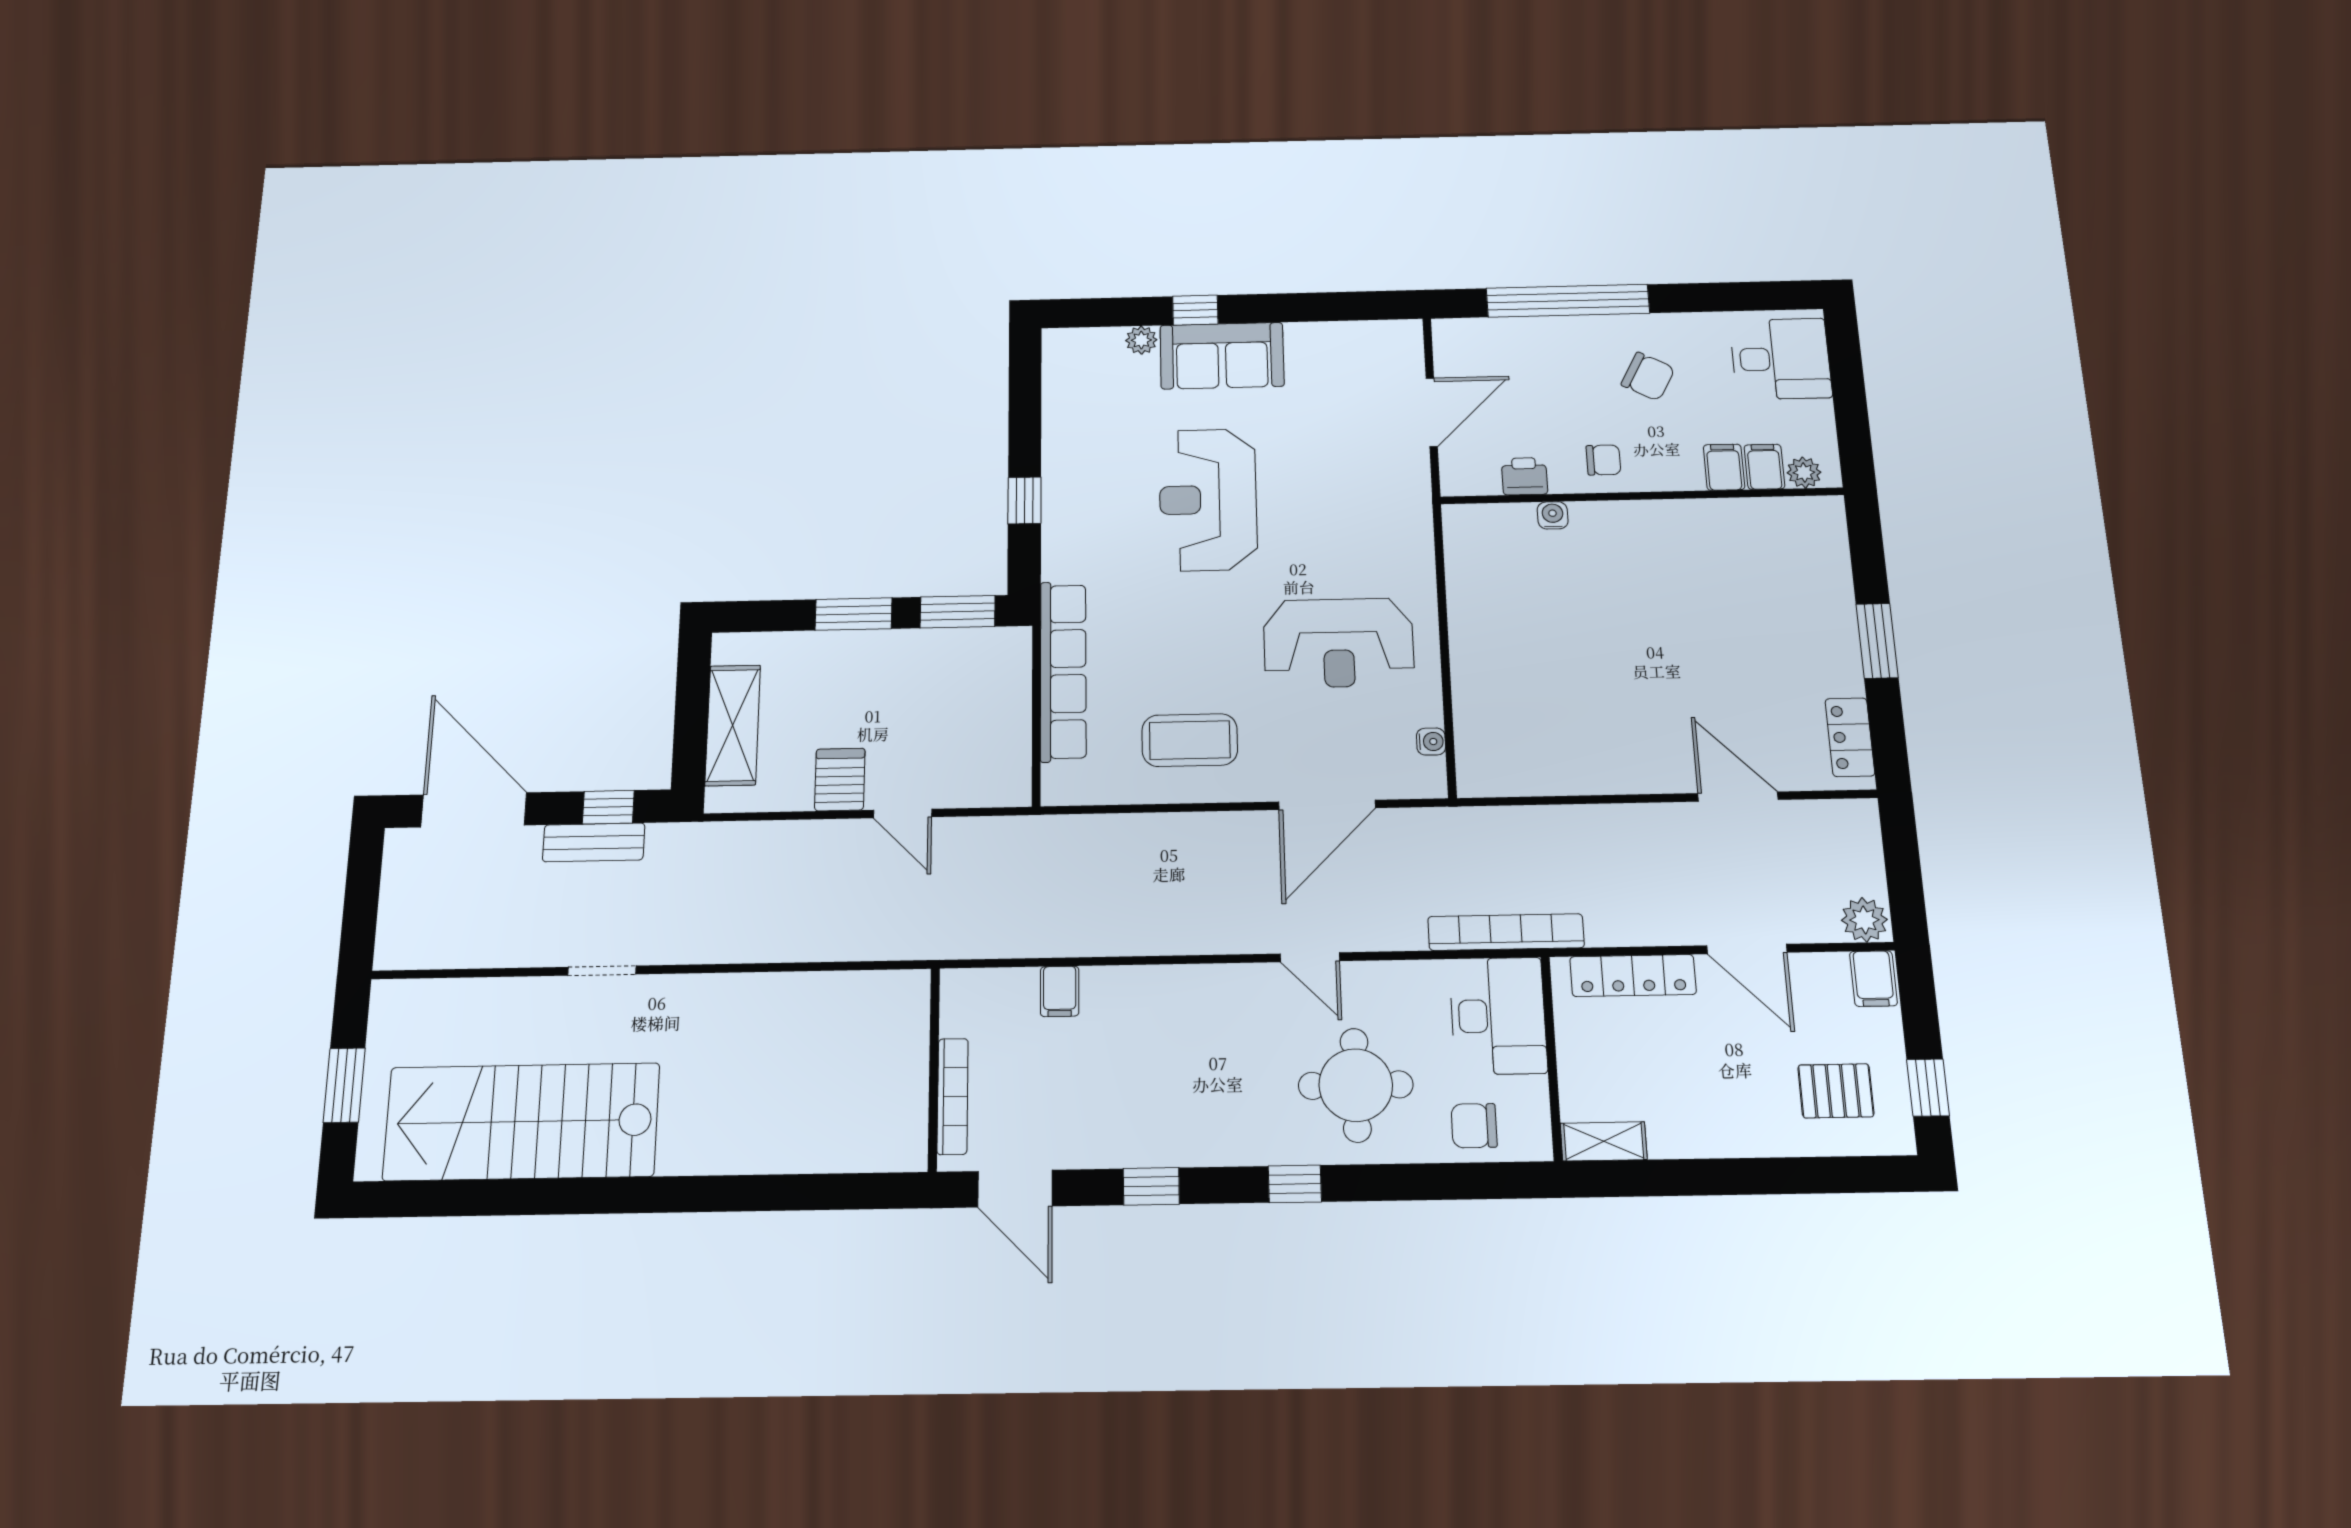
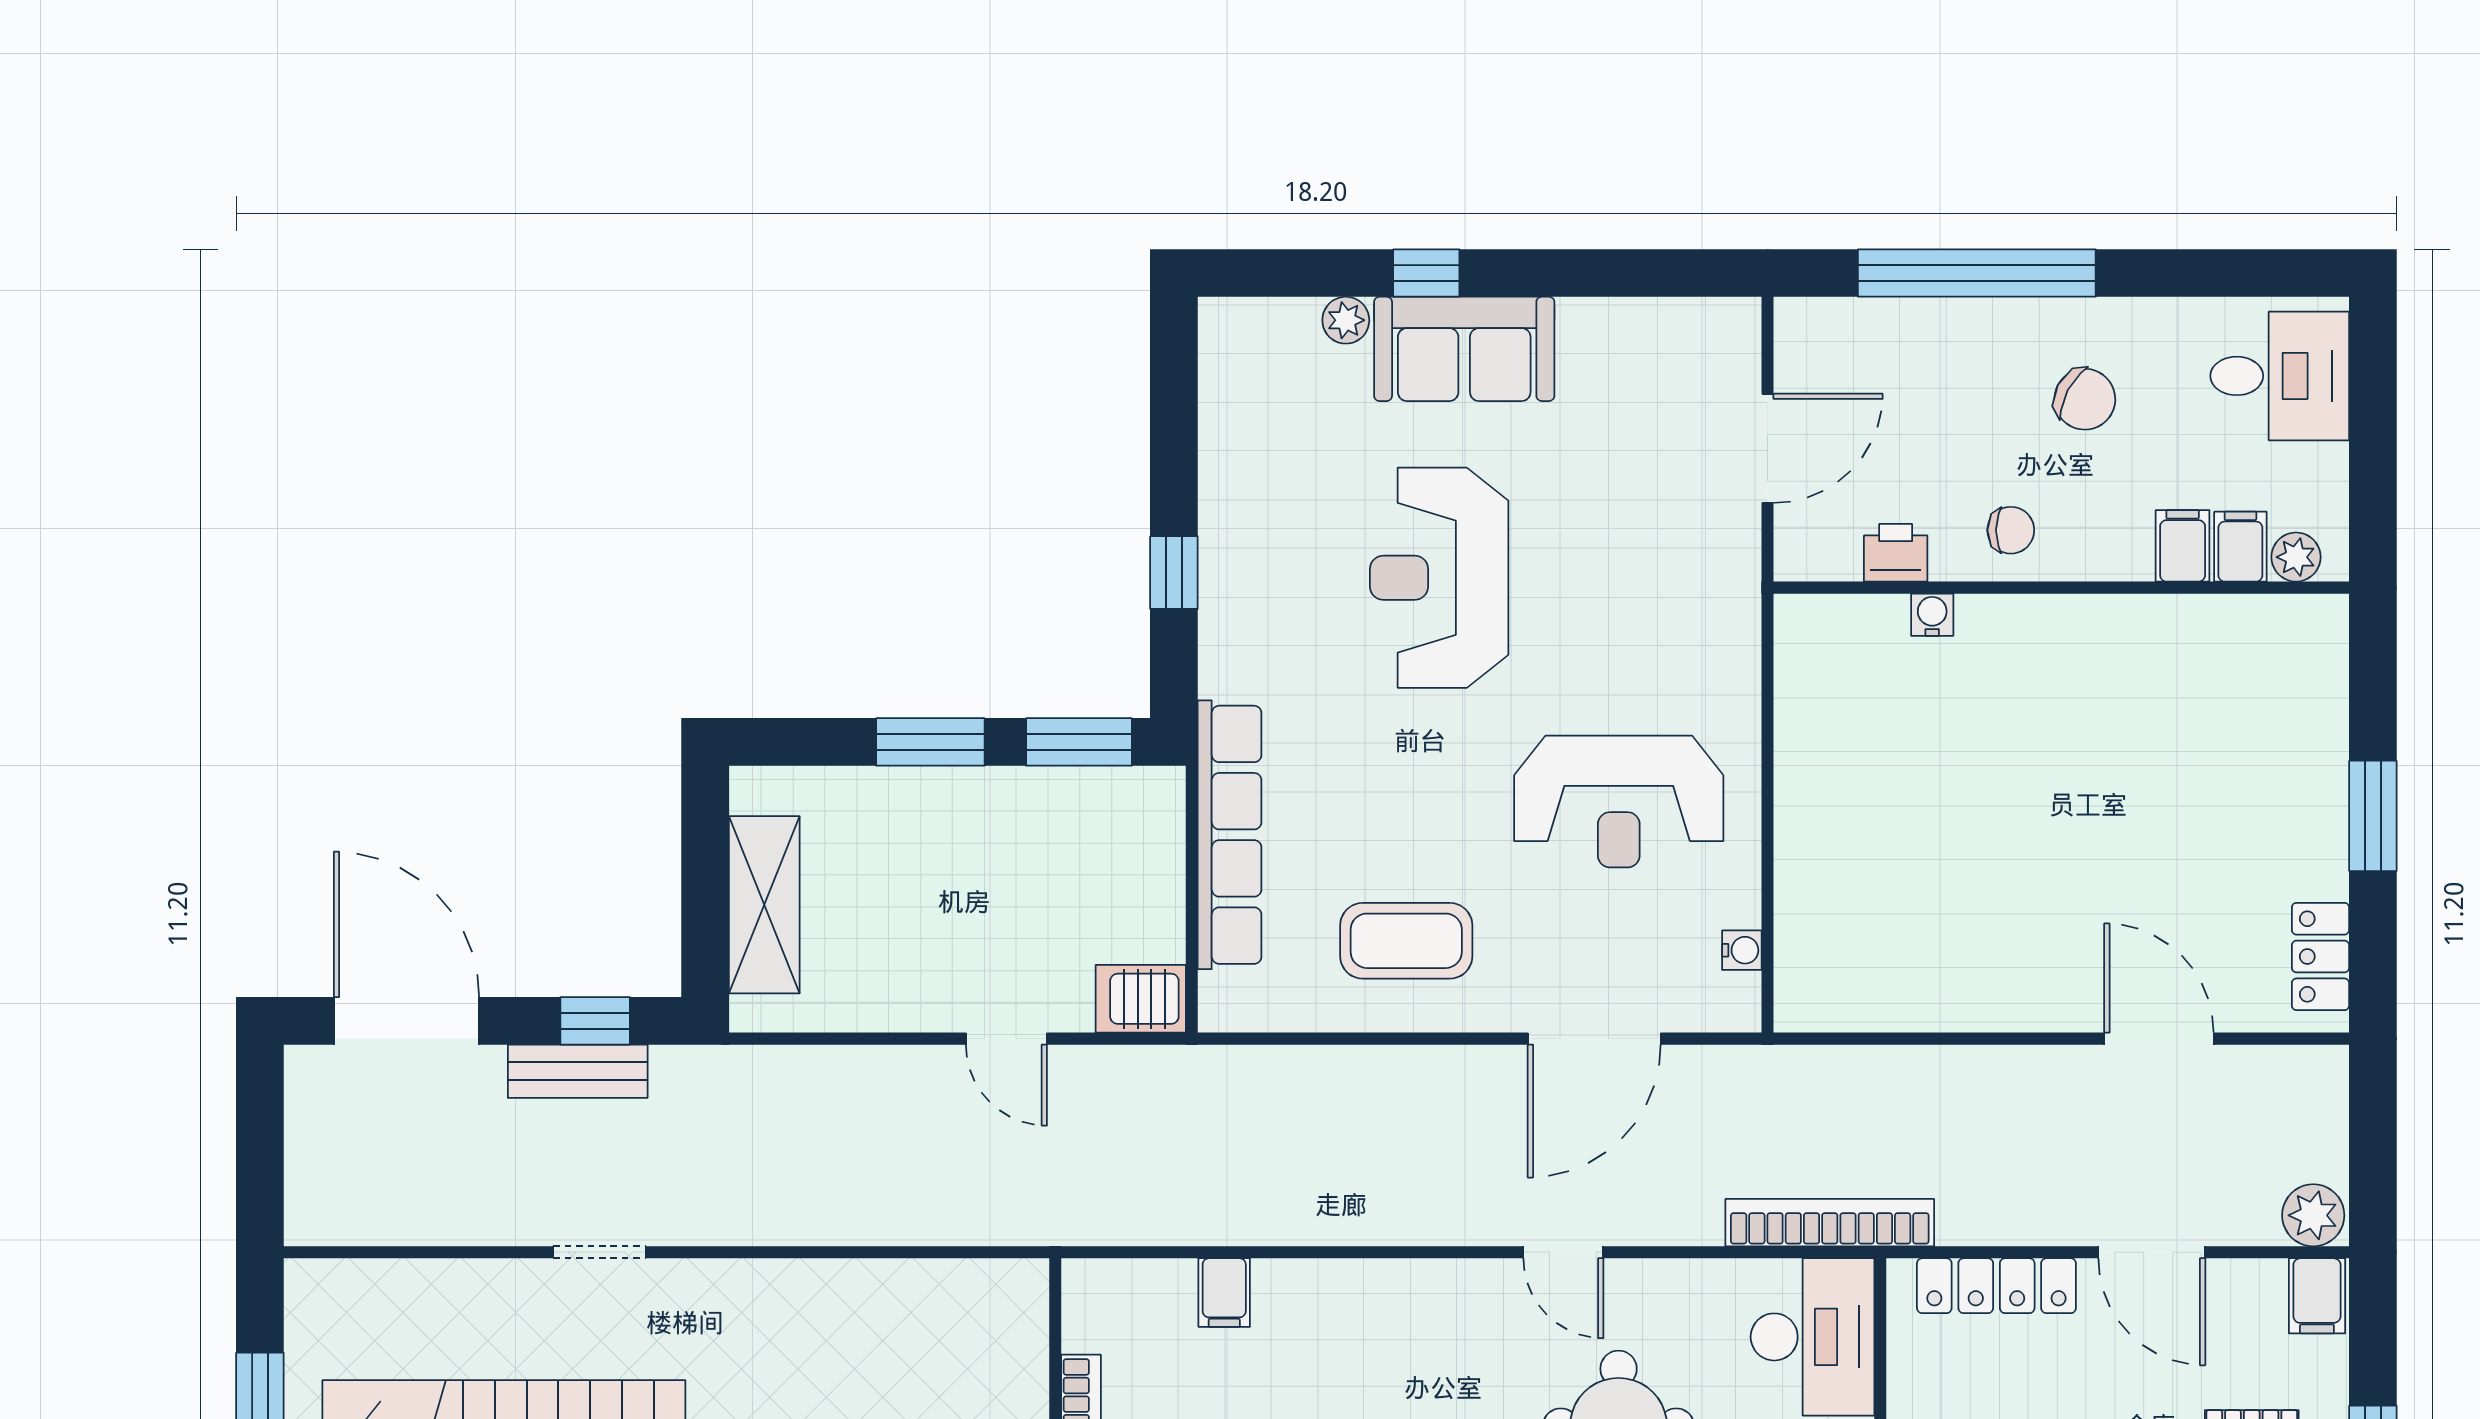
server rack: (840, 780) -> (1141, 999), moved, turned -90

